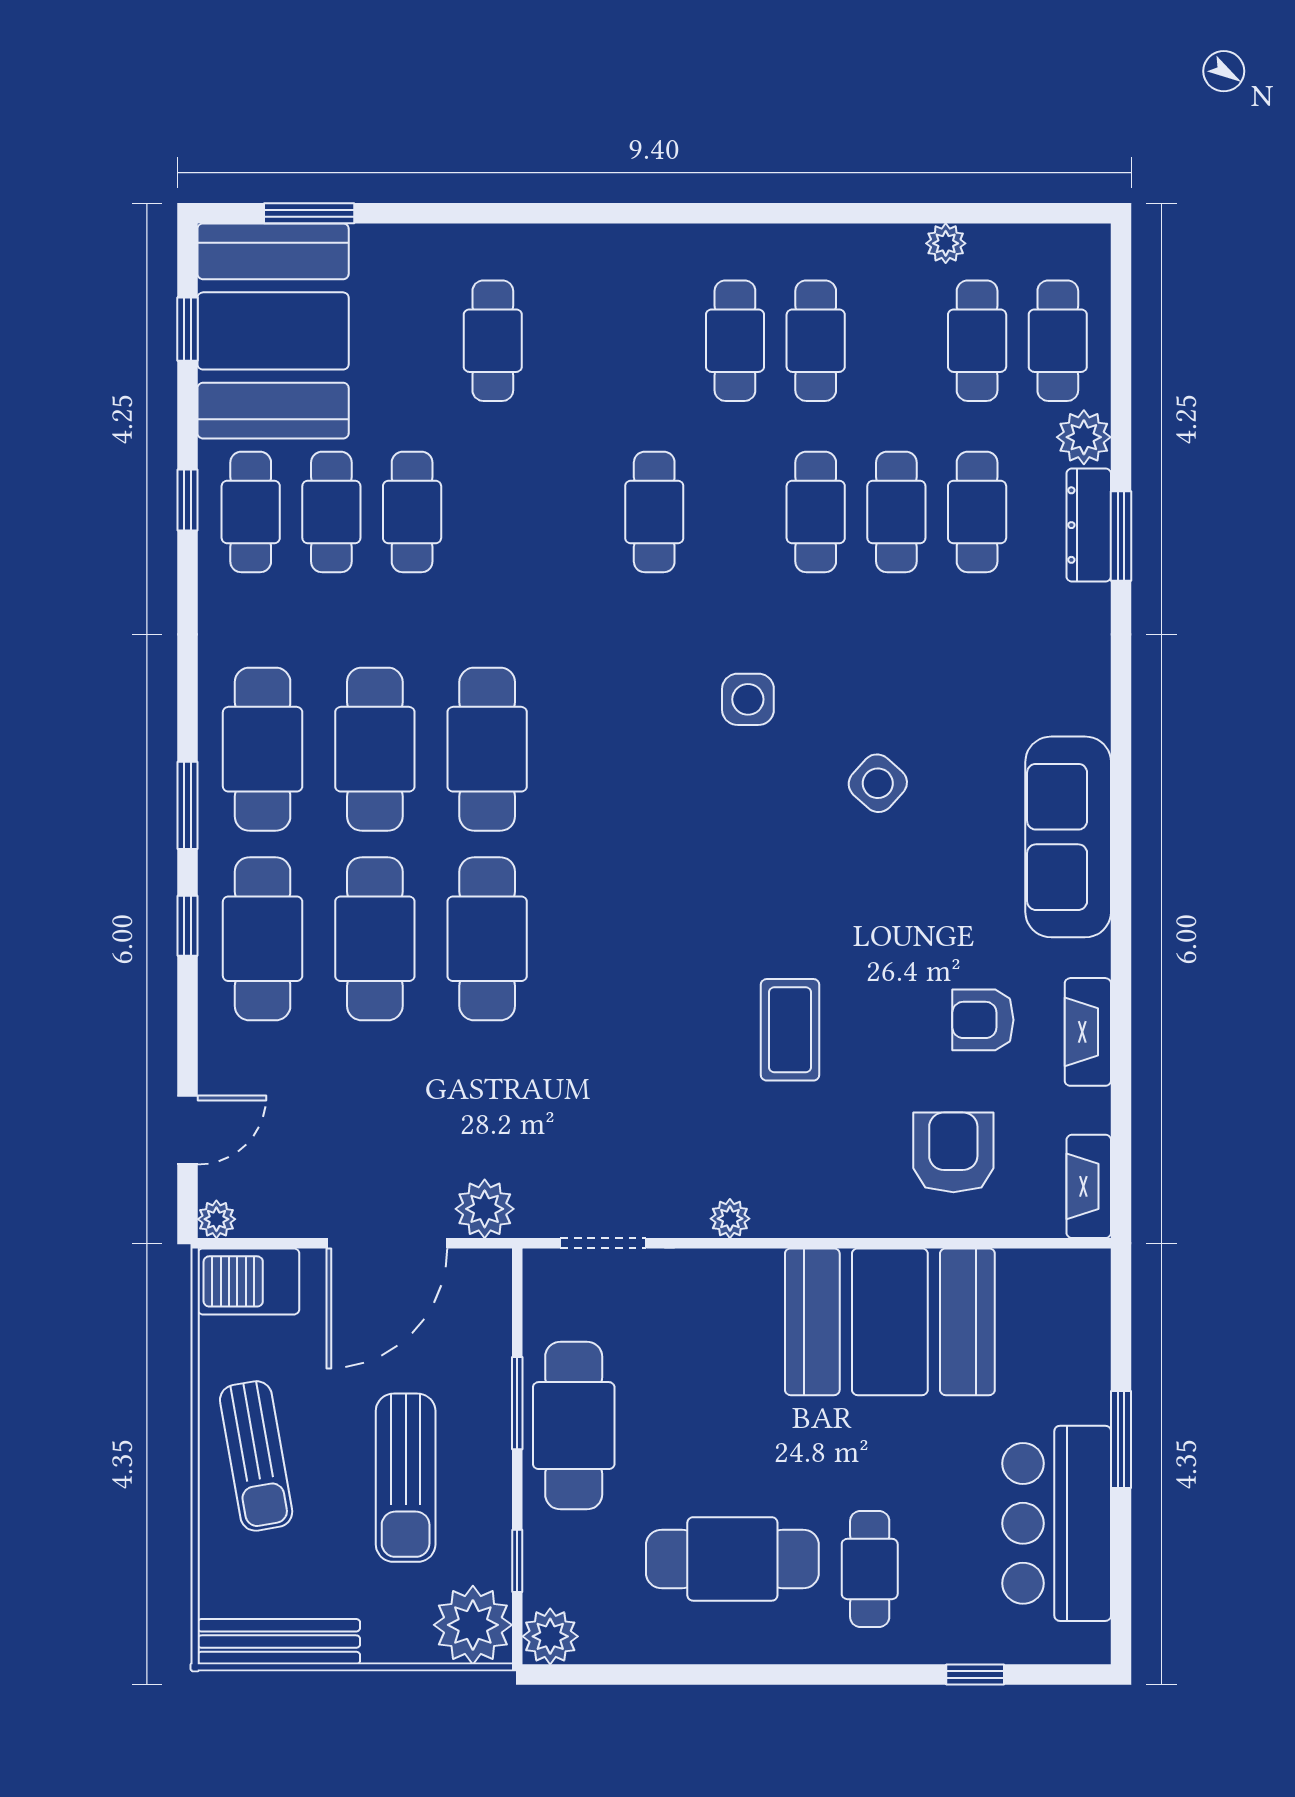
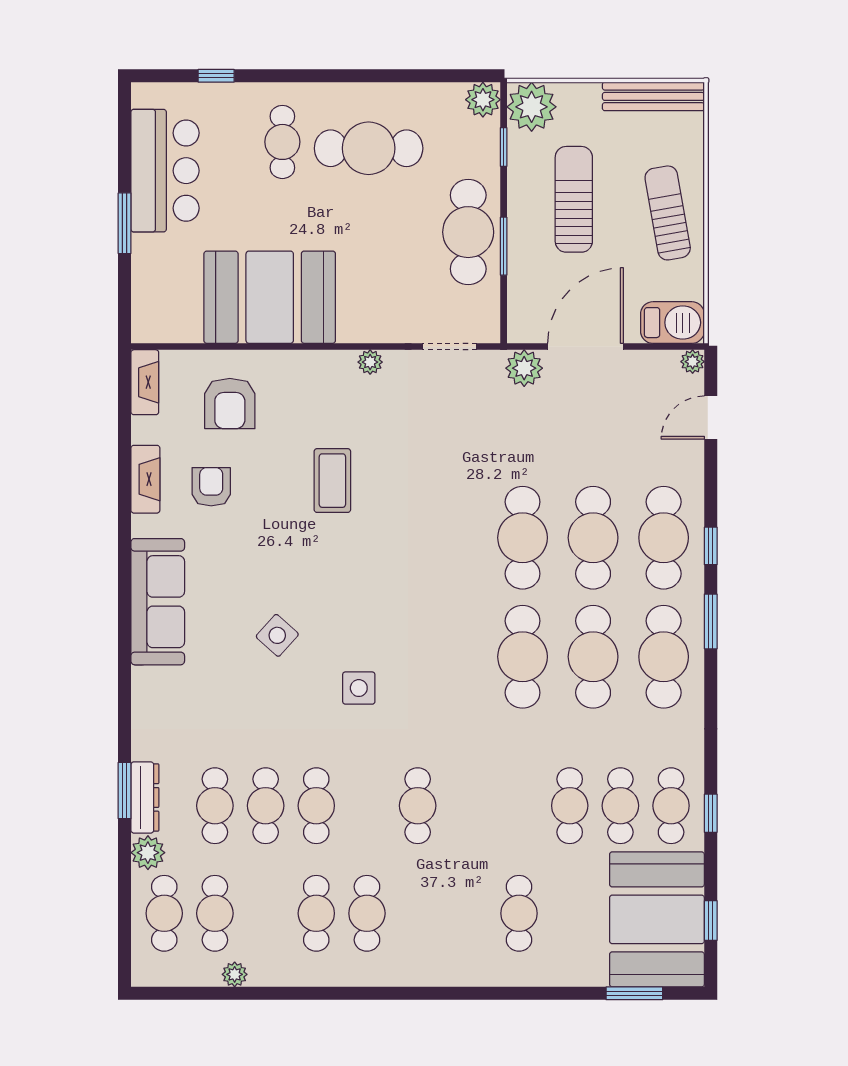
armchair: (983, 1020) -> (211, 487), turned -90

